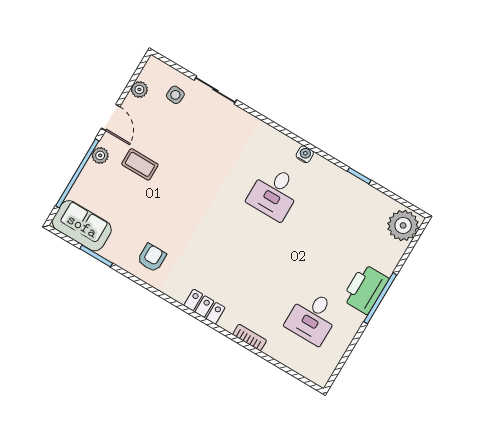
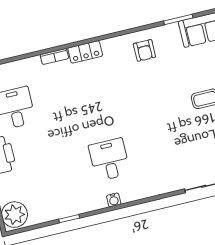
bookcase: (250, 337) -> (54, 56), moved

